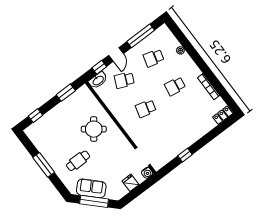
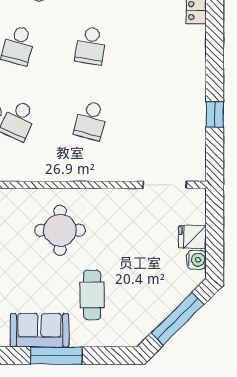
round table: (94, 129) -> (60, 230), turned -37
water cooler: (147, 173) -> (197, 260), moved
sofa: (91, 188) -> (40, 330), moved, turned 45

